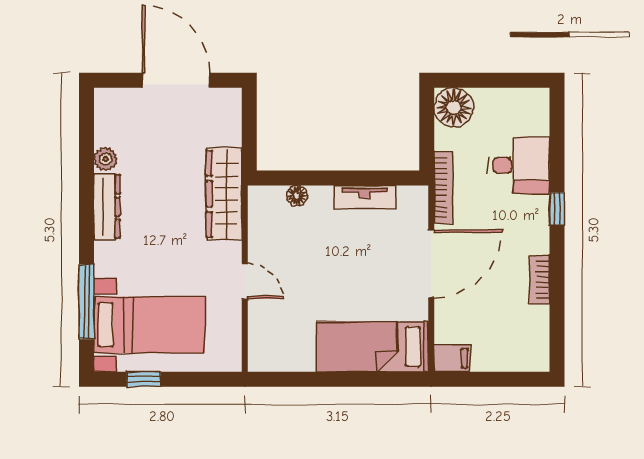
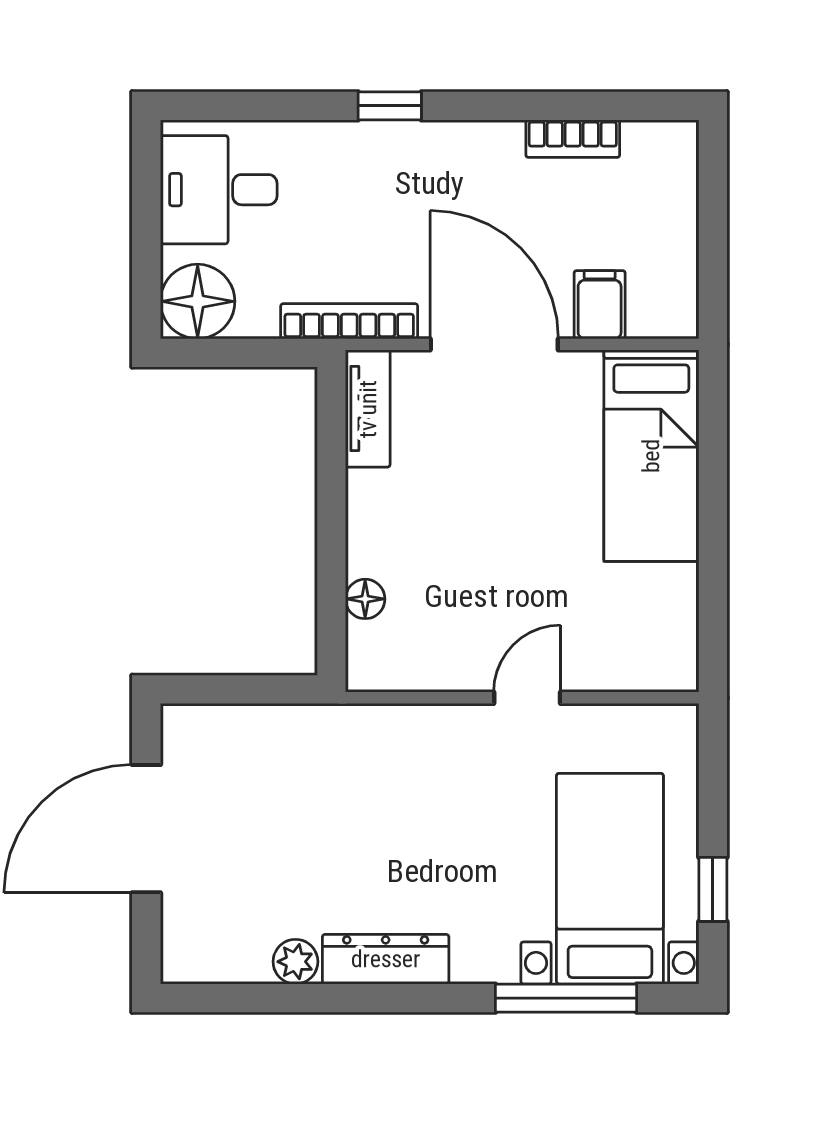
desk: (519, 165) -> (219, 190), moved, turned -90
wardrobe: (224, 194) -> (362, 737), removed
tv unit: (365, 197) -> (368, 409), moved
bookcase: (540, 280) -> (573, 139), moved
filing cabinet: (452, 358) -> (600, 305), moved

